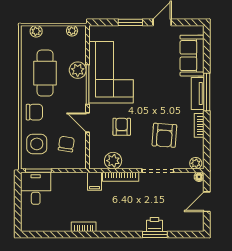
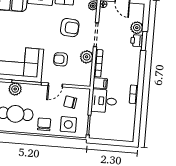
plant: (113, 161) -> (87, 57), moved
desk: (36, 188) -> (104, 101), moved
plant: (172, 224) -> (137, 28), added

